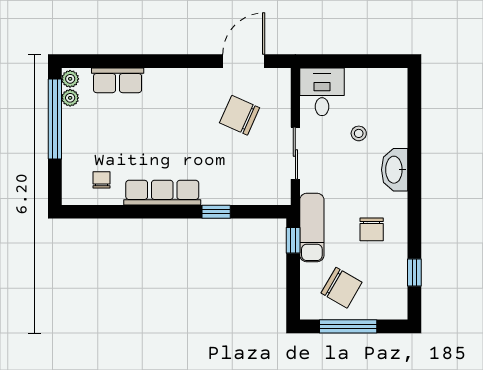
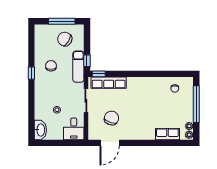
chair: (240, 115) -> (112, 118), turned -95
window: (55, 119) -> (196, 104), moved
washbasin: (395, 170) -> (40, 130), moved
row of seats: (162, 193) -> (109, 83), moved
window: (216, 212) -> (99, 74), moved
window: (414, 272) -> (31, 73), moved

